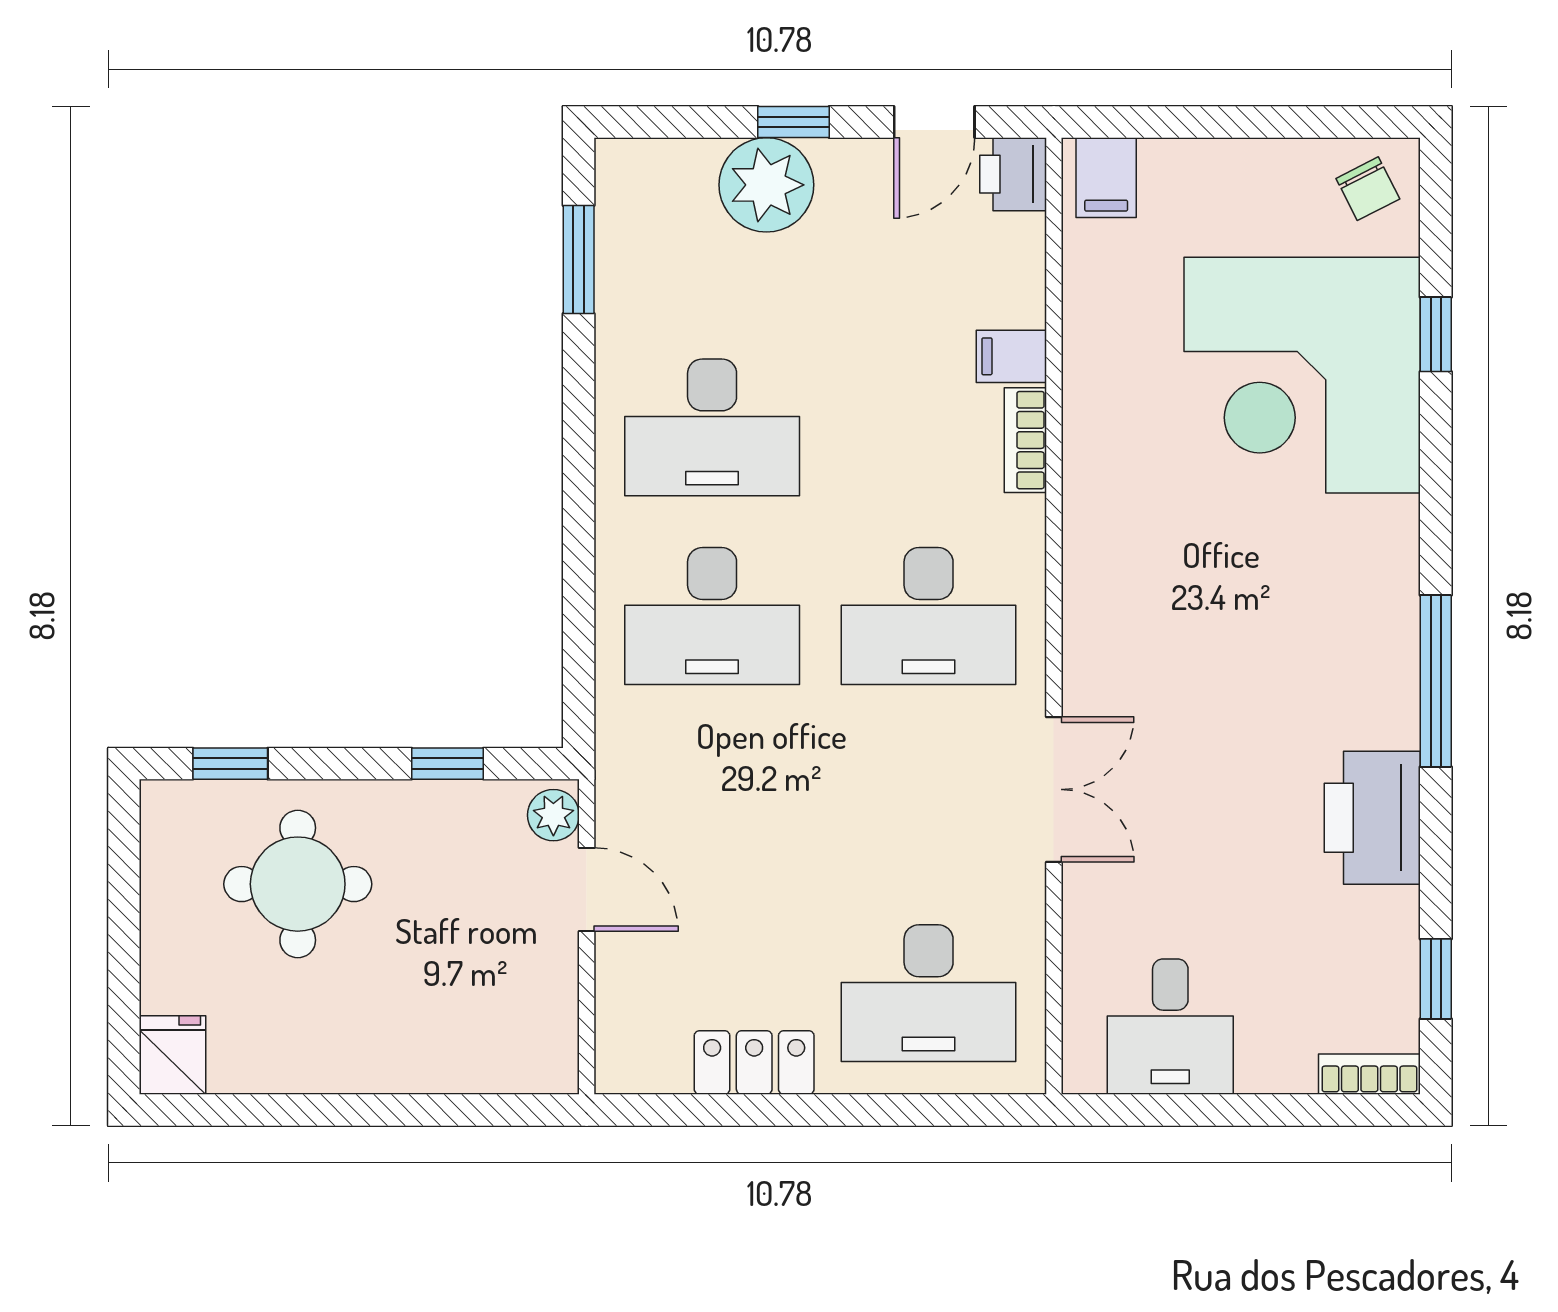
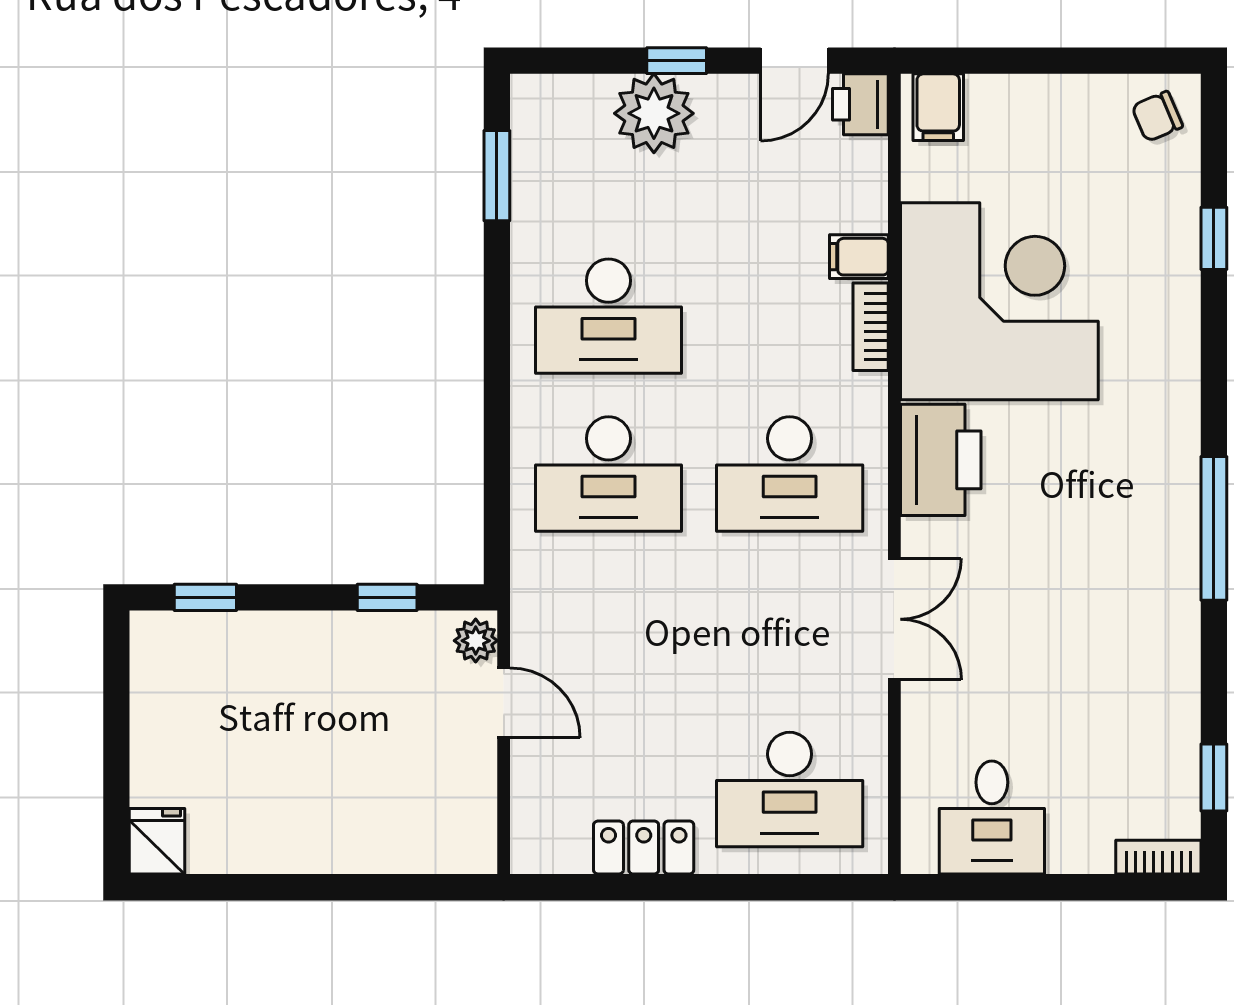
chair: (1368, 189) -> (1157, 116), turned 94
corner desk: (1302, 375) -> (999, 301), moved, turned 180
printer: (1372, 818) -> (941, 460), moved, turned 180
round table: (298, 884) -> (262, 698), removed

